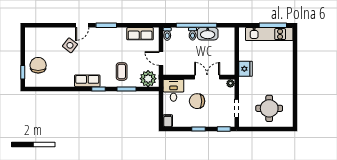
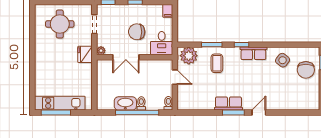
row of seats: (140, 34) -> (228, 103), moved
side table: (70, 45) -> (283, 60), moved
fridge: (245, 69) -> (85, 54), moved
chair: (197, 101) -> (137, 32), turned 180

